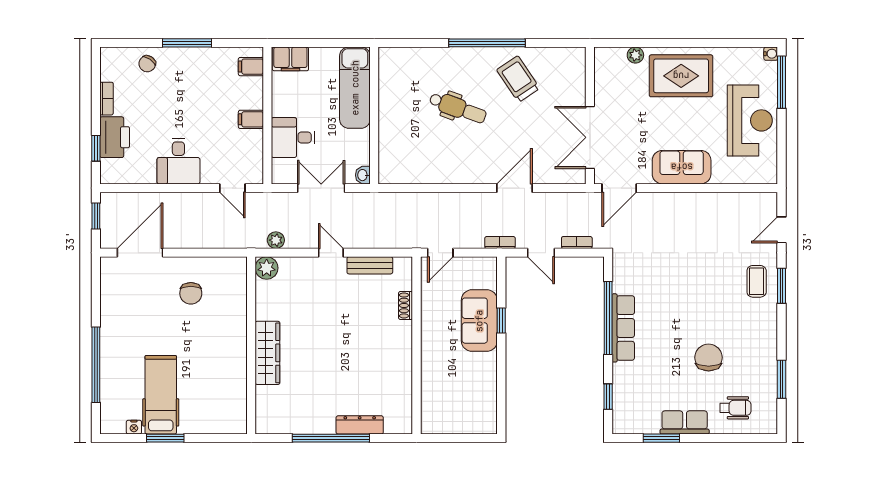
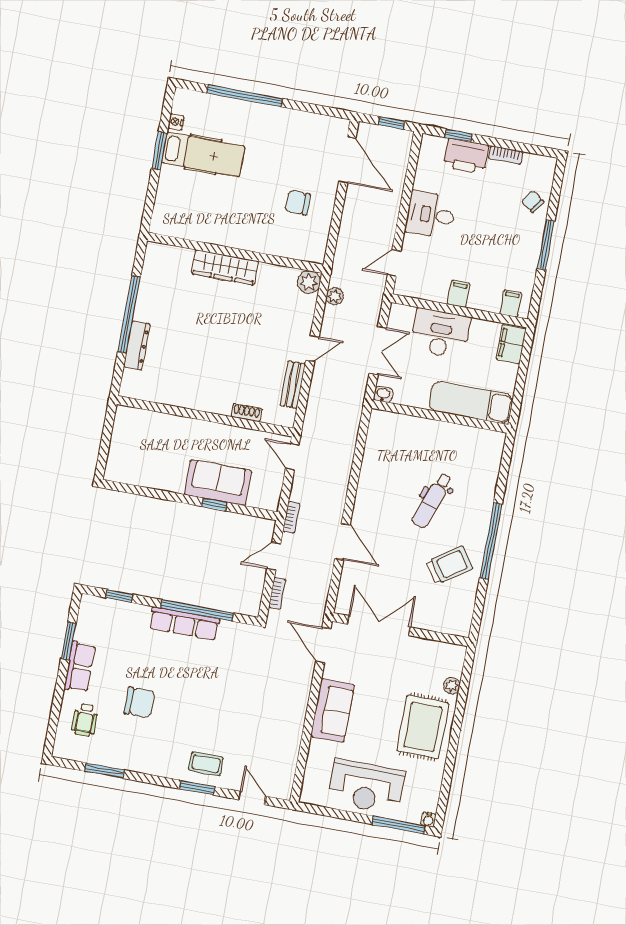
desk: (293, 138) -> (440, 333), width x1.37

